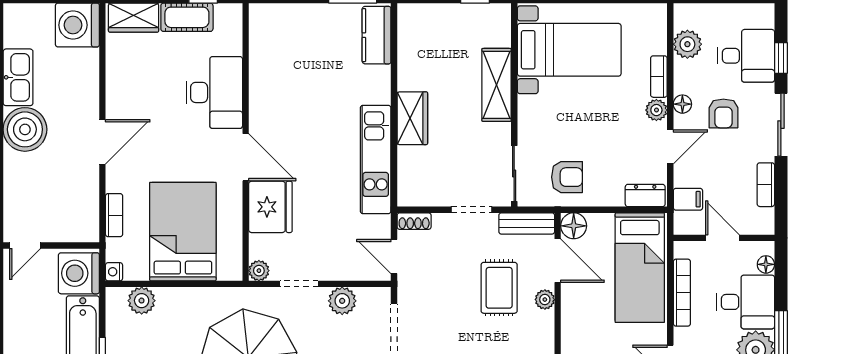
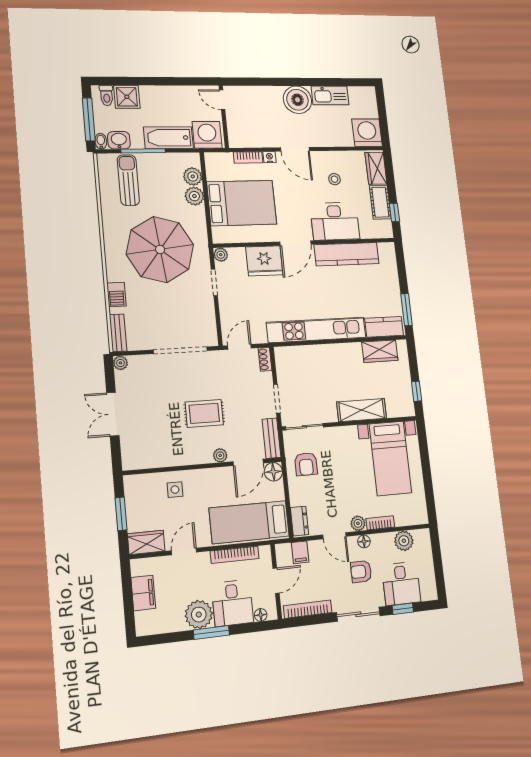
kitchen counter: (265, 80) -> (347, 254), added
stool: (150, 86) -> (334, 179), added
wardrobe: (412, 118) -> (380, 351), moved
kitchen unit: (376, 159) -> (316, 330), width x1.36
bookcase: (766, 185) -> (308, 609), width x1.56
nightstand: (114, 272) -> (270, 157), moved
rug: (499, 288) -> (204, 413), moved
plant: (342, 301) -> (194, 196), moved

